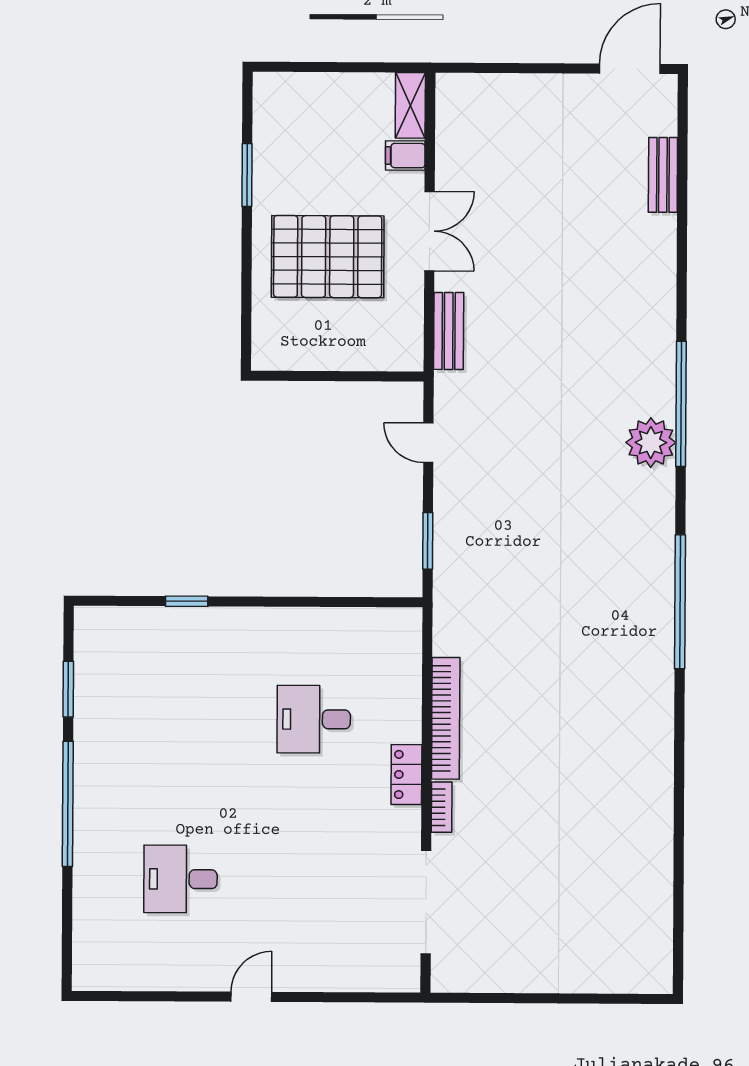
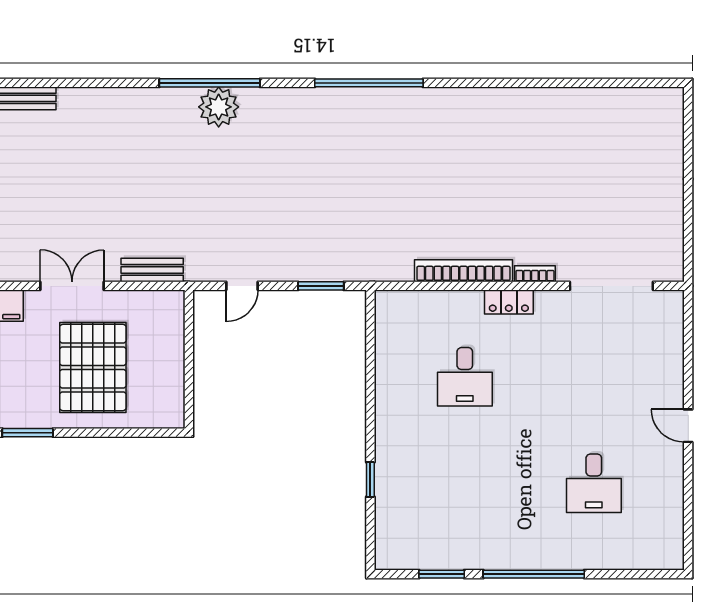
plant: (651, 443) -> (219, 107), moved

